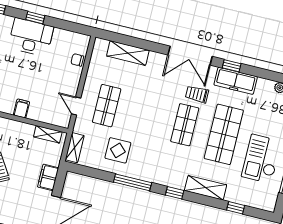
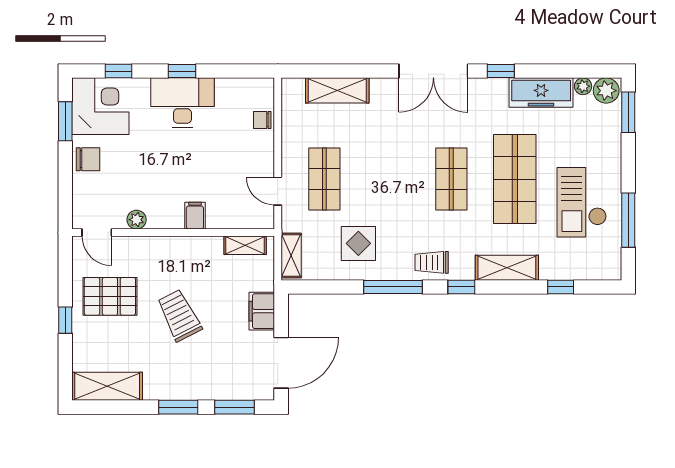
freezer: (236, 81) -> (541, 93), moved
trolley: (197, 94) -> (432, 262), moved

